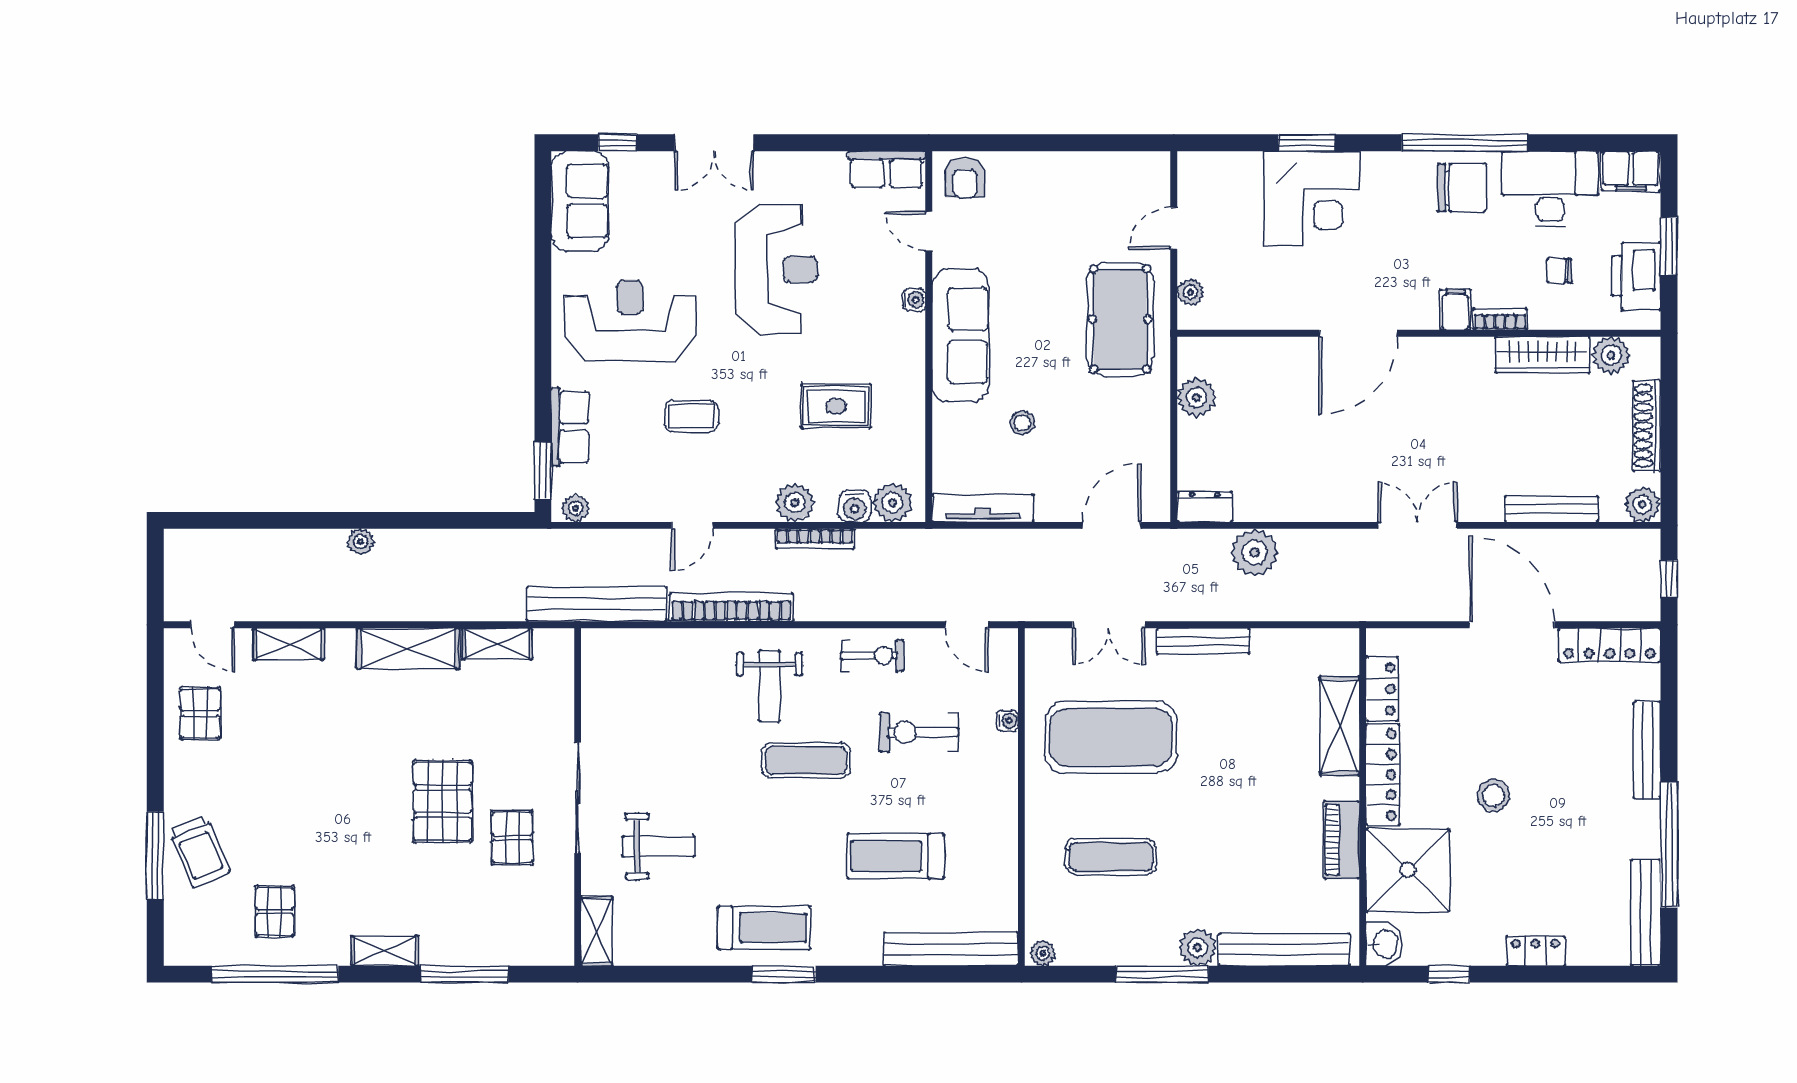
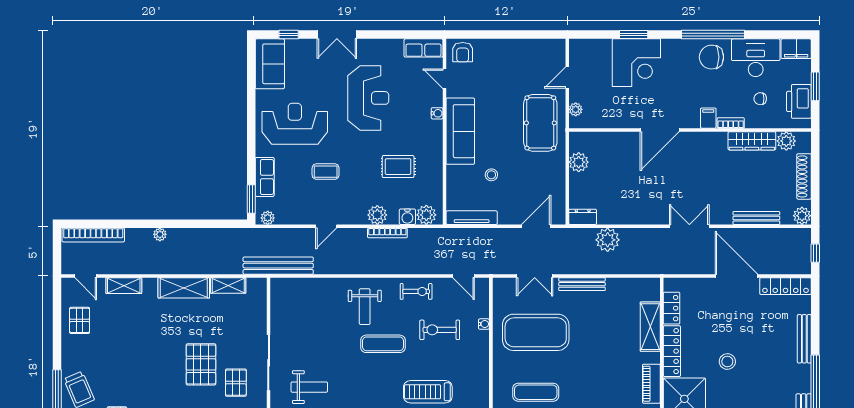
chair: (1462, 188) -> (711, 57), turned 180
bookcase: (731, 607) -> (93, 235), moved, turned 180

